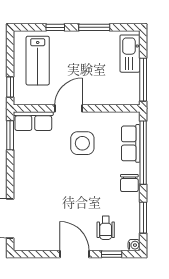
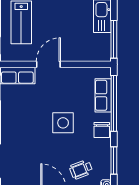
side table: (82, 143) -> (63, 123), moved
wheelchair: (106, 228) -> (81, 169), turned 69

